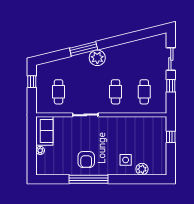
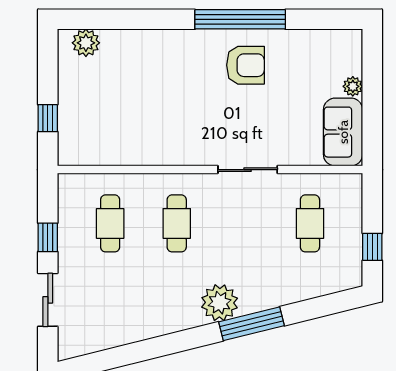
armchair: (86, 160) -> (245, 65), turned 90
side table: (126, 160) -> (153, 64), removed
plant: (142, 169) -> (86, 43), moved

